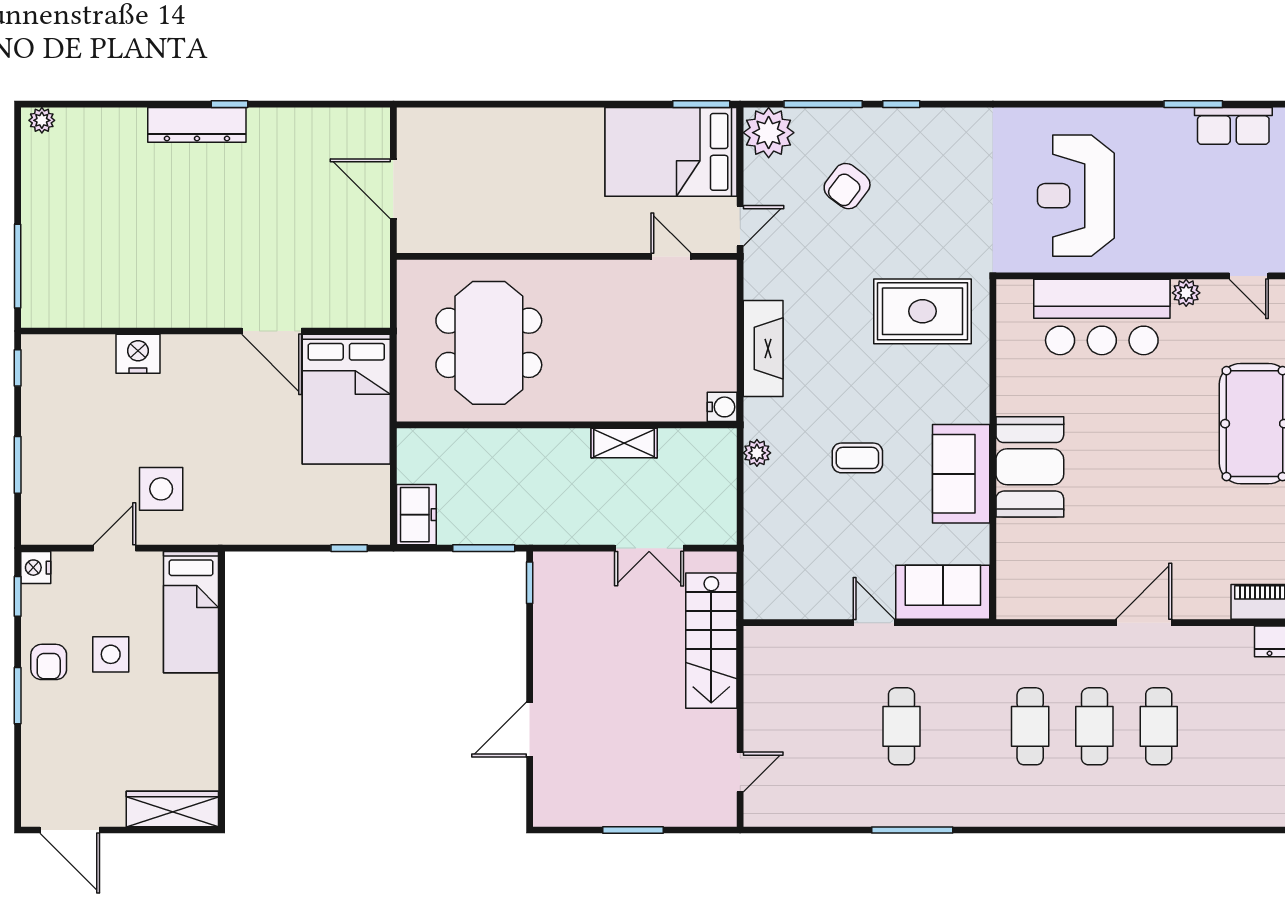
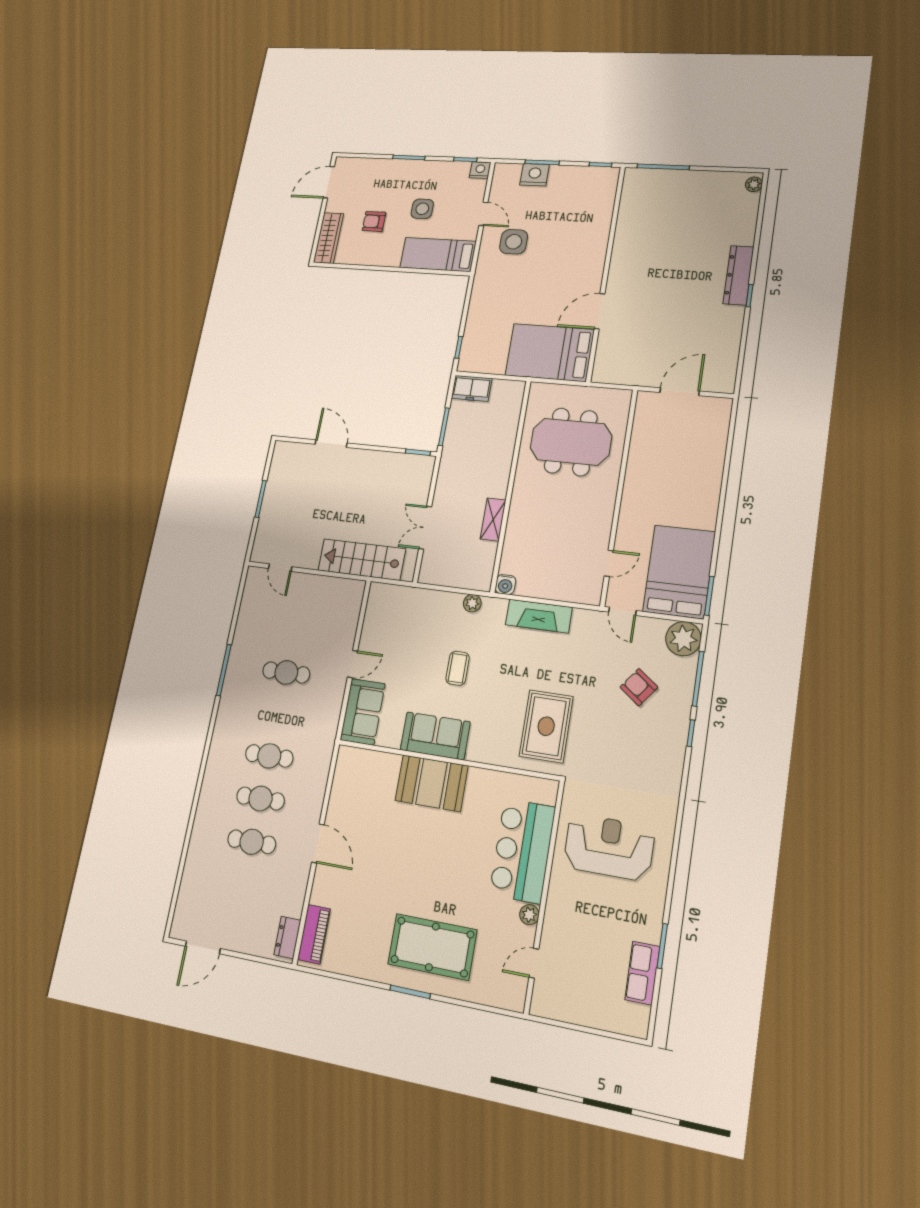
nightstand: (138, 354) -> (535, 175), moved, turned -90
armchair: (49, 662) -> (374, 221), moved

